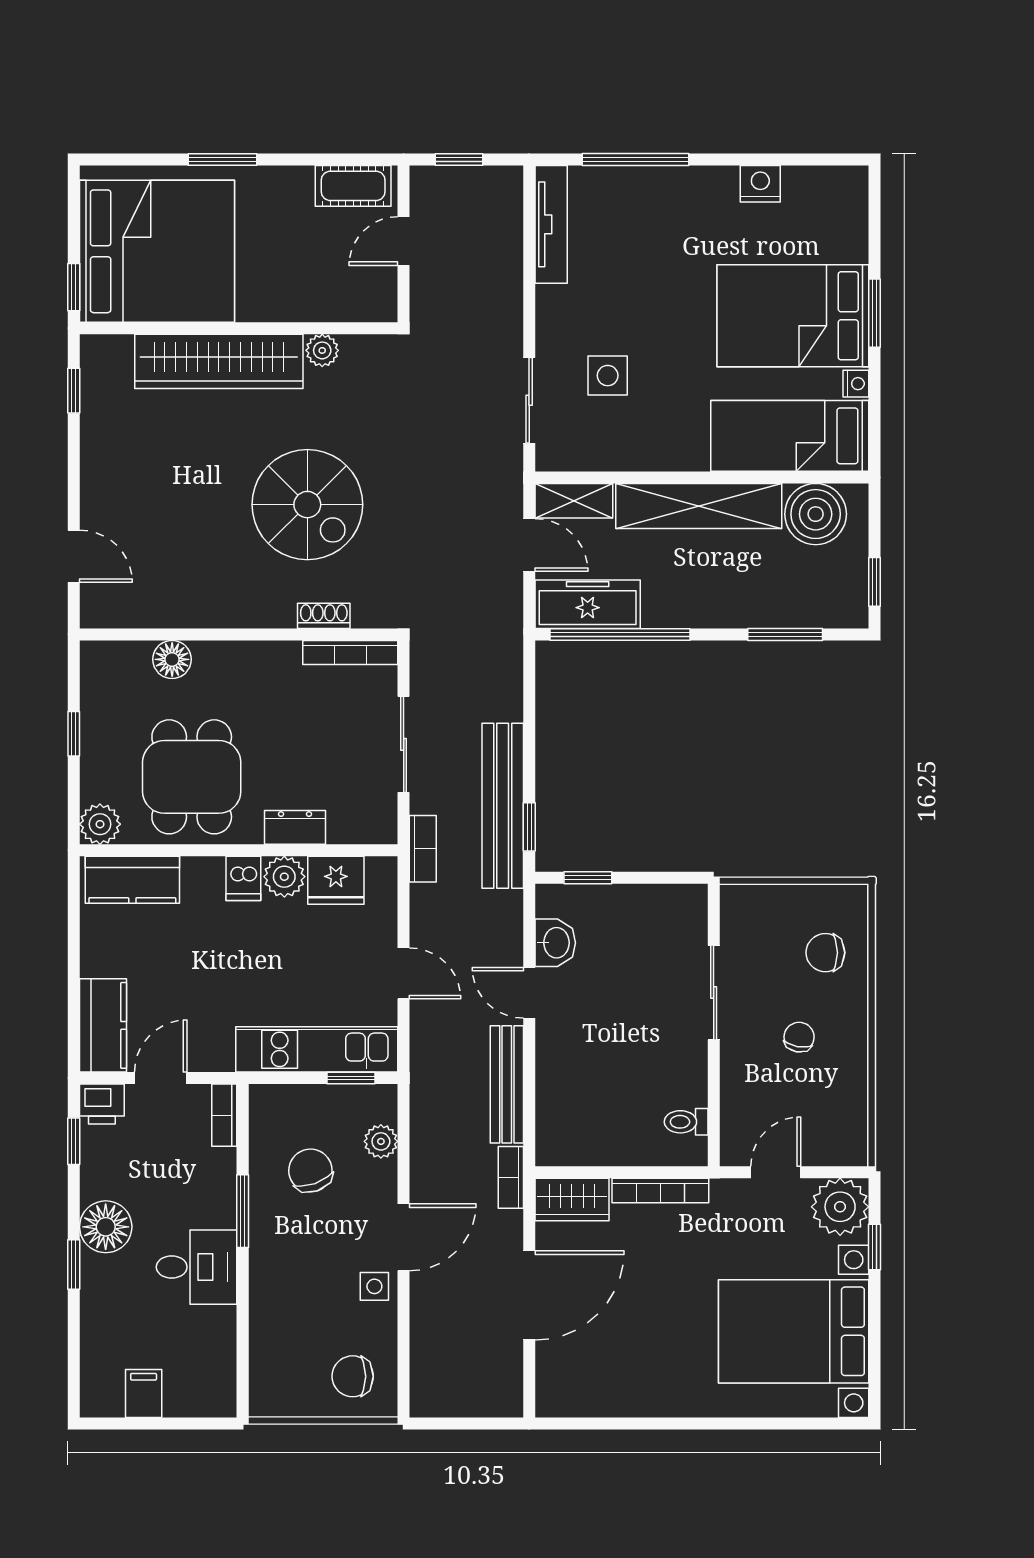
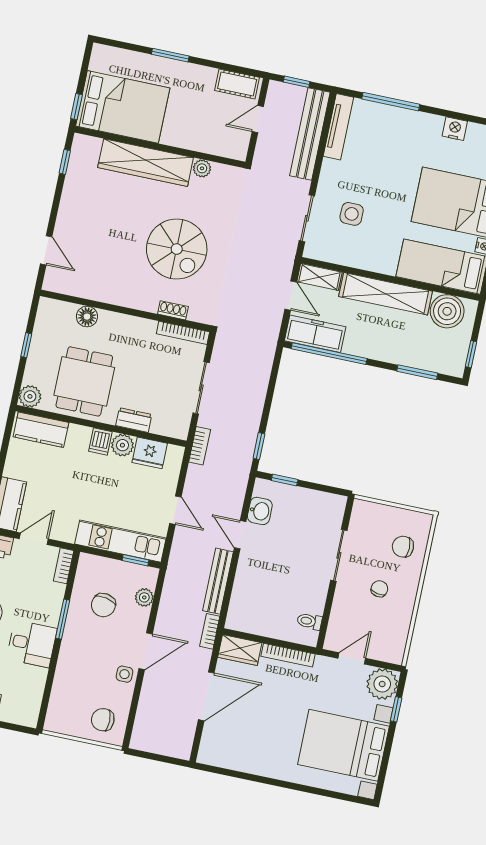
bed: (157, 251) -> (123, 107), width x0.73
bench: (503, 806) -> (310, 134), moved
chair: (310, 1171) -> (103, 605), turned -150

